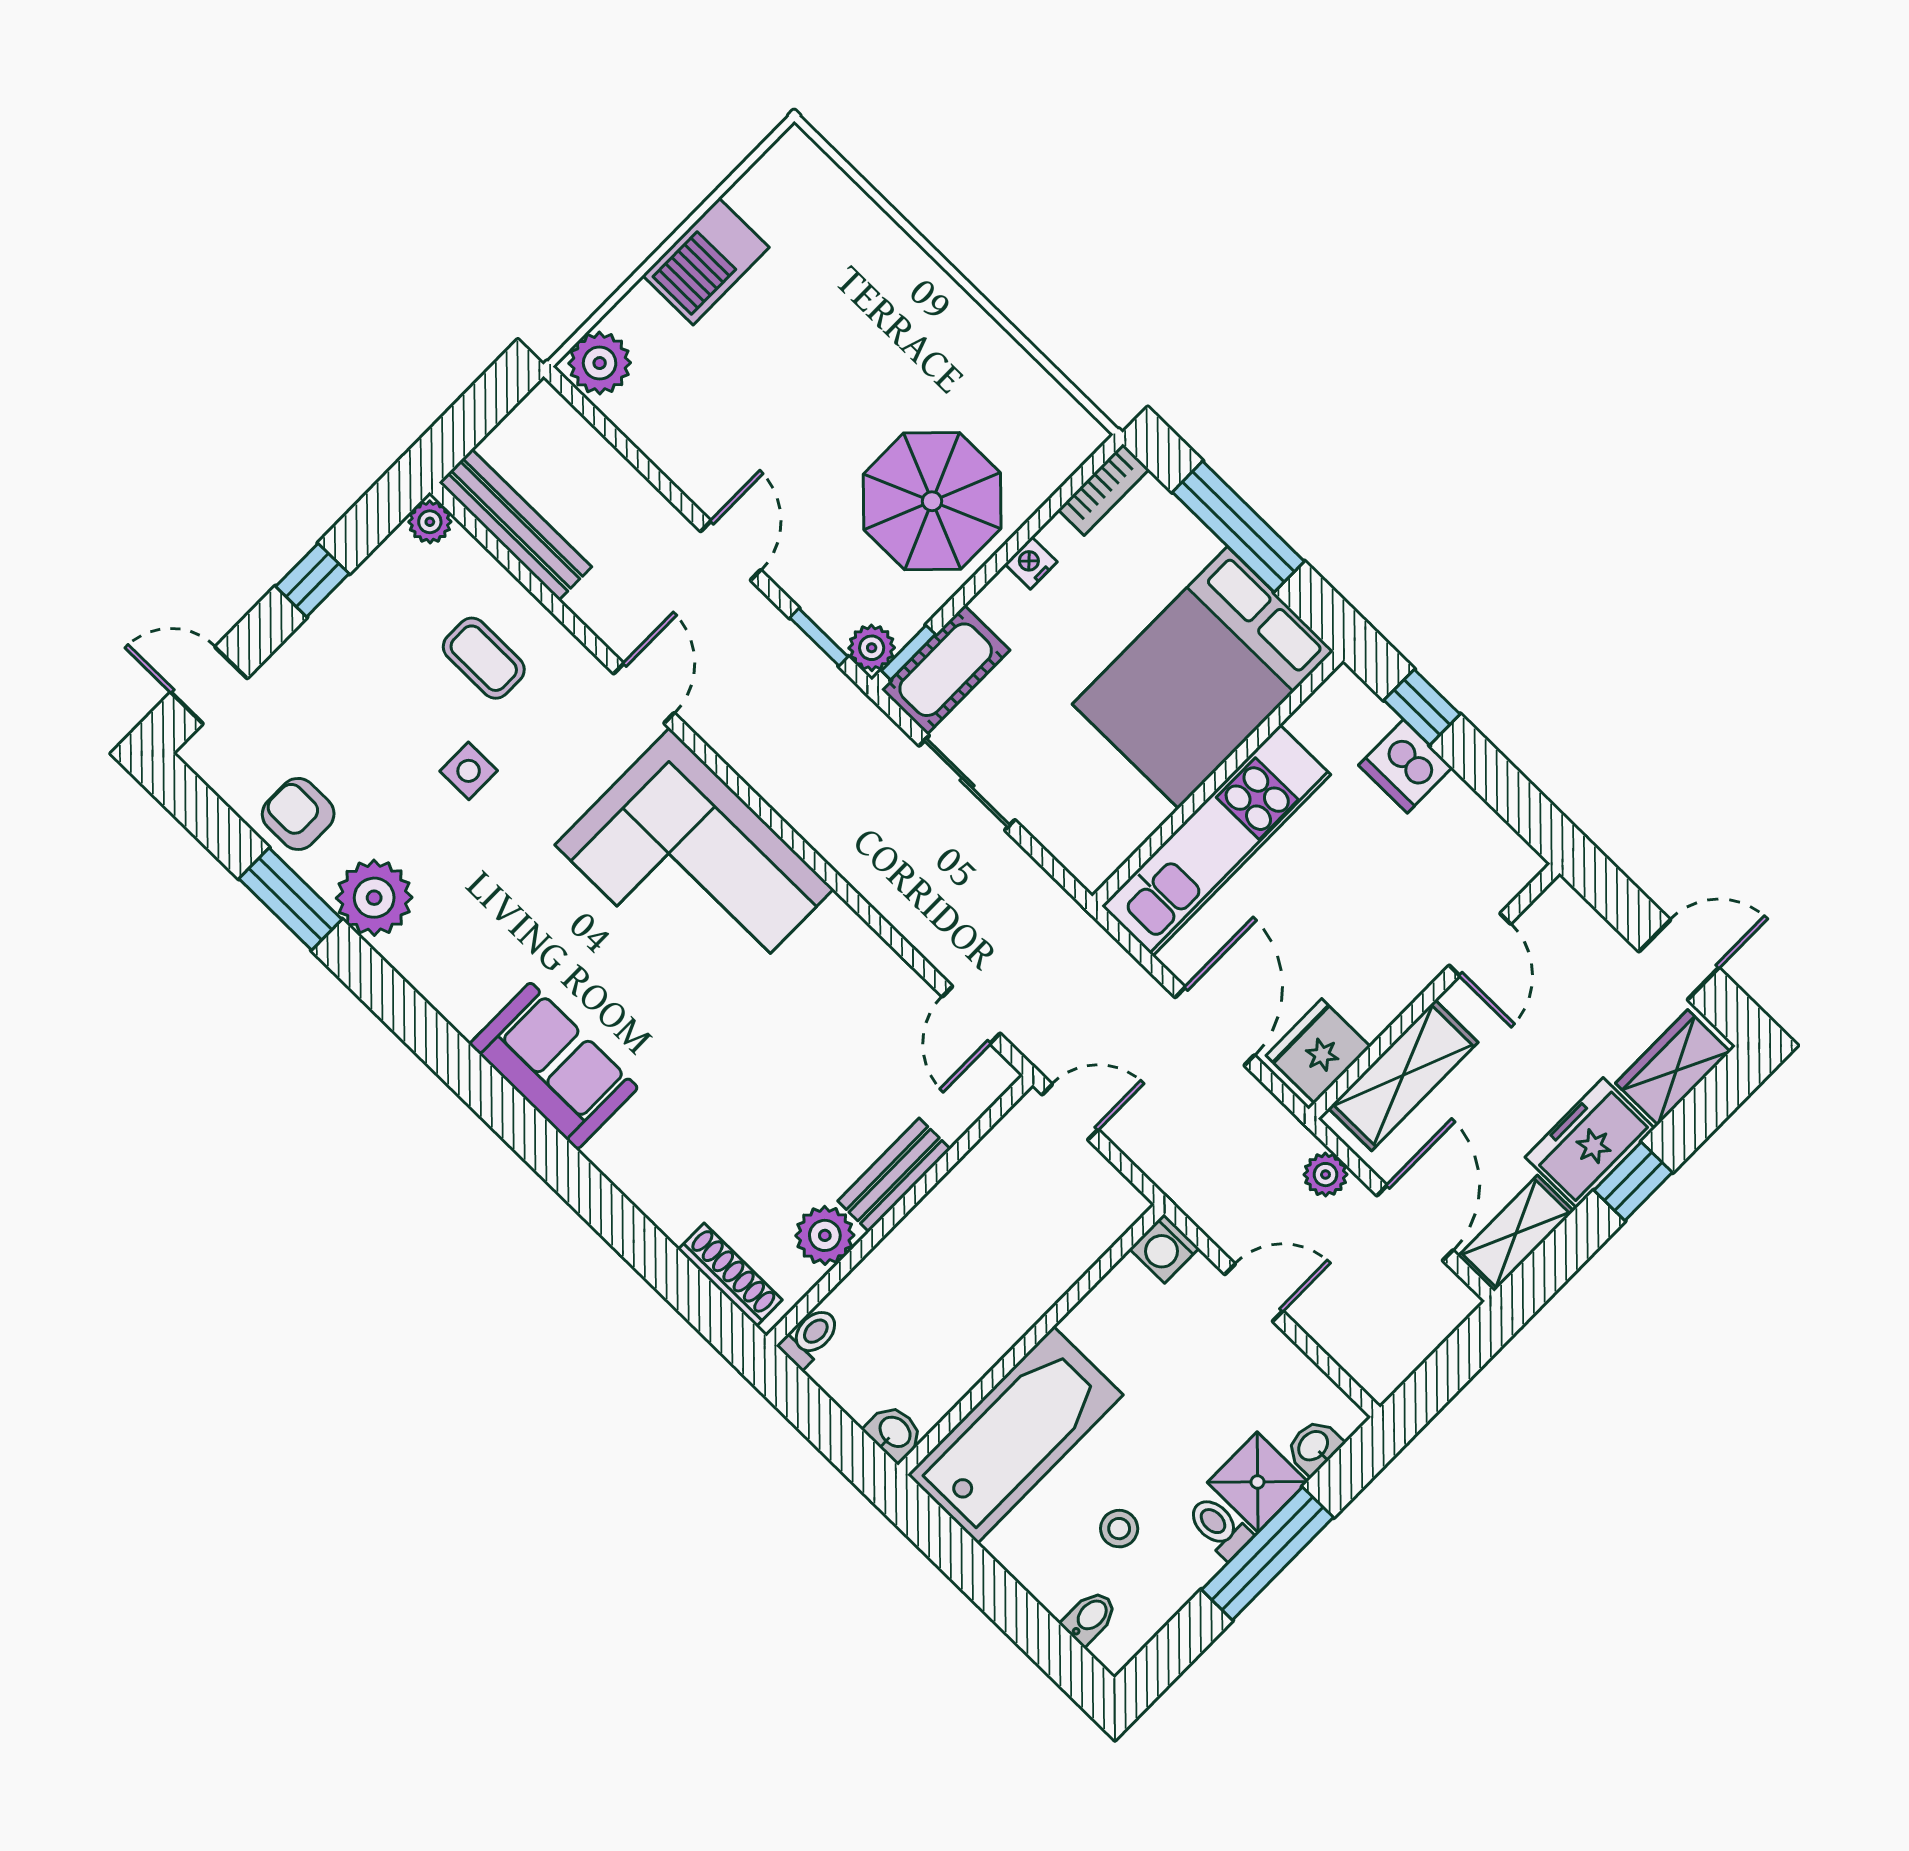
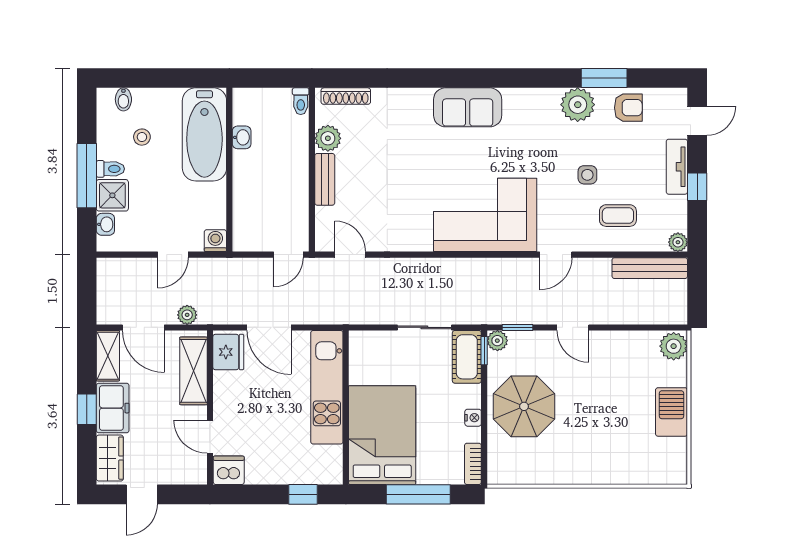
tv unit: (313, 644) -> (677, 167), added
door: (644, 693) -> (556, 255), hinge flipped
dishwasher: (1405, 766) -> (229, 470), moved
washbasin: (894, 1433) -> (242, 137), moved, turned -90

